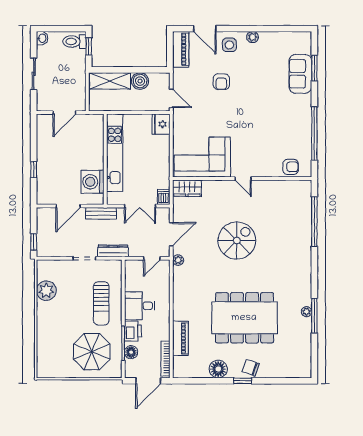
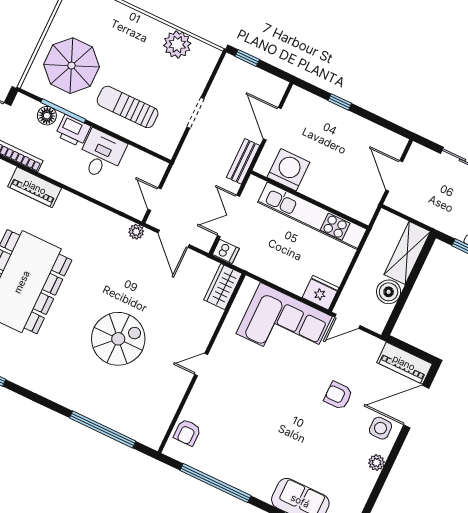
door: (205, 29) -> (416, 407), width x1.36
corner sofa: (202, 157) -> (284, 325), moved, turned 90
spiral stairs: (237, 241) -> (118, 339), moved, turned -90
dresser: (113, 251) -> (187, 154), removed

